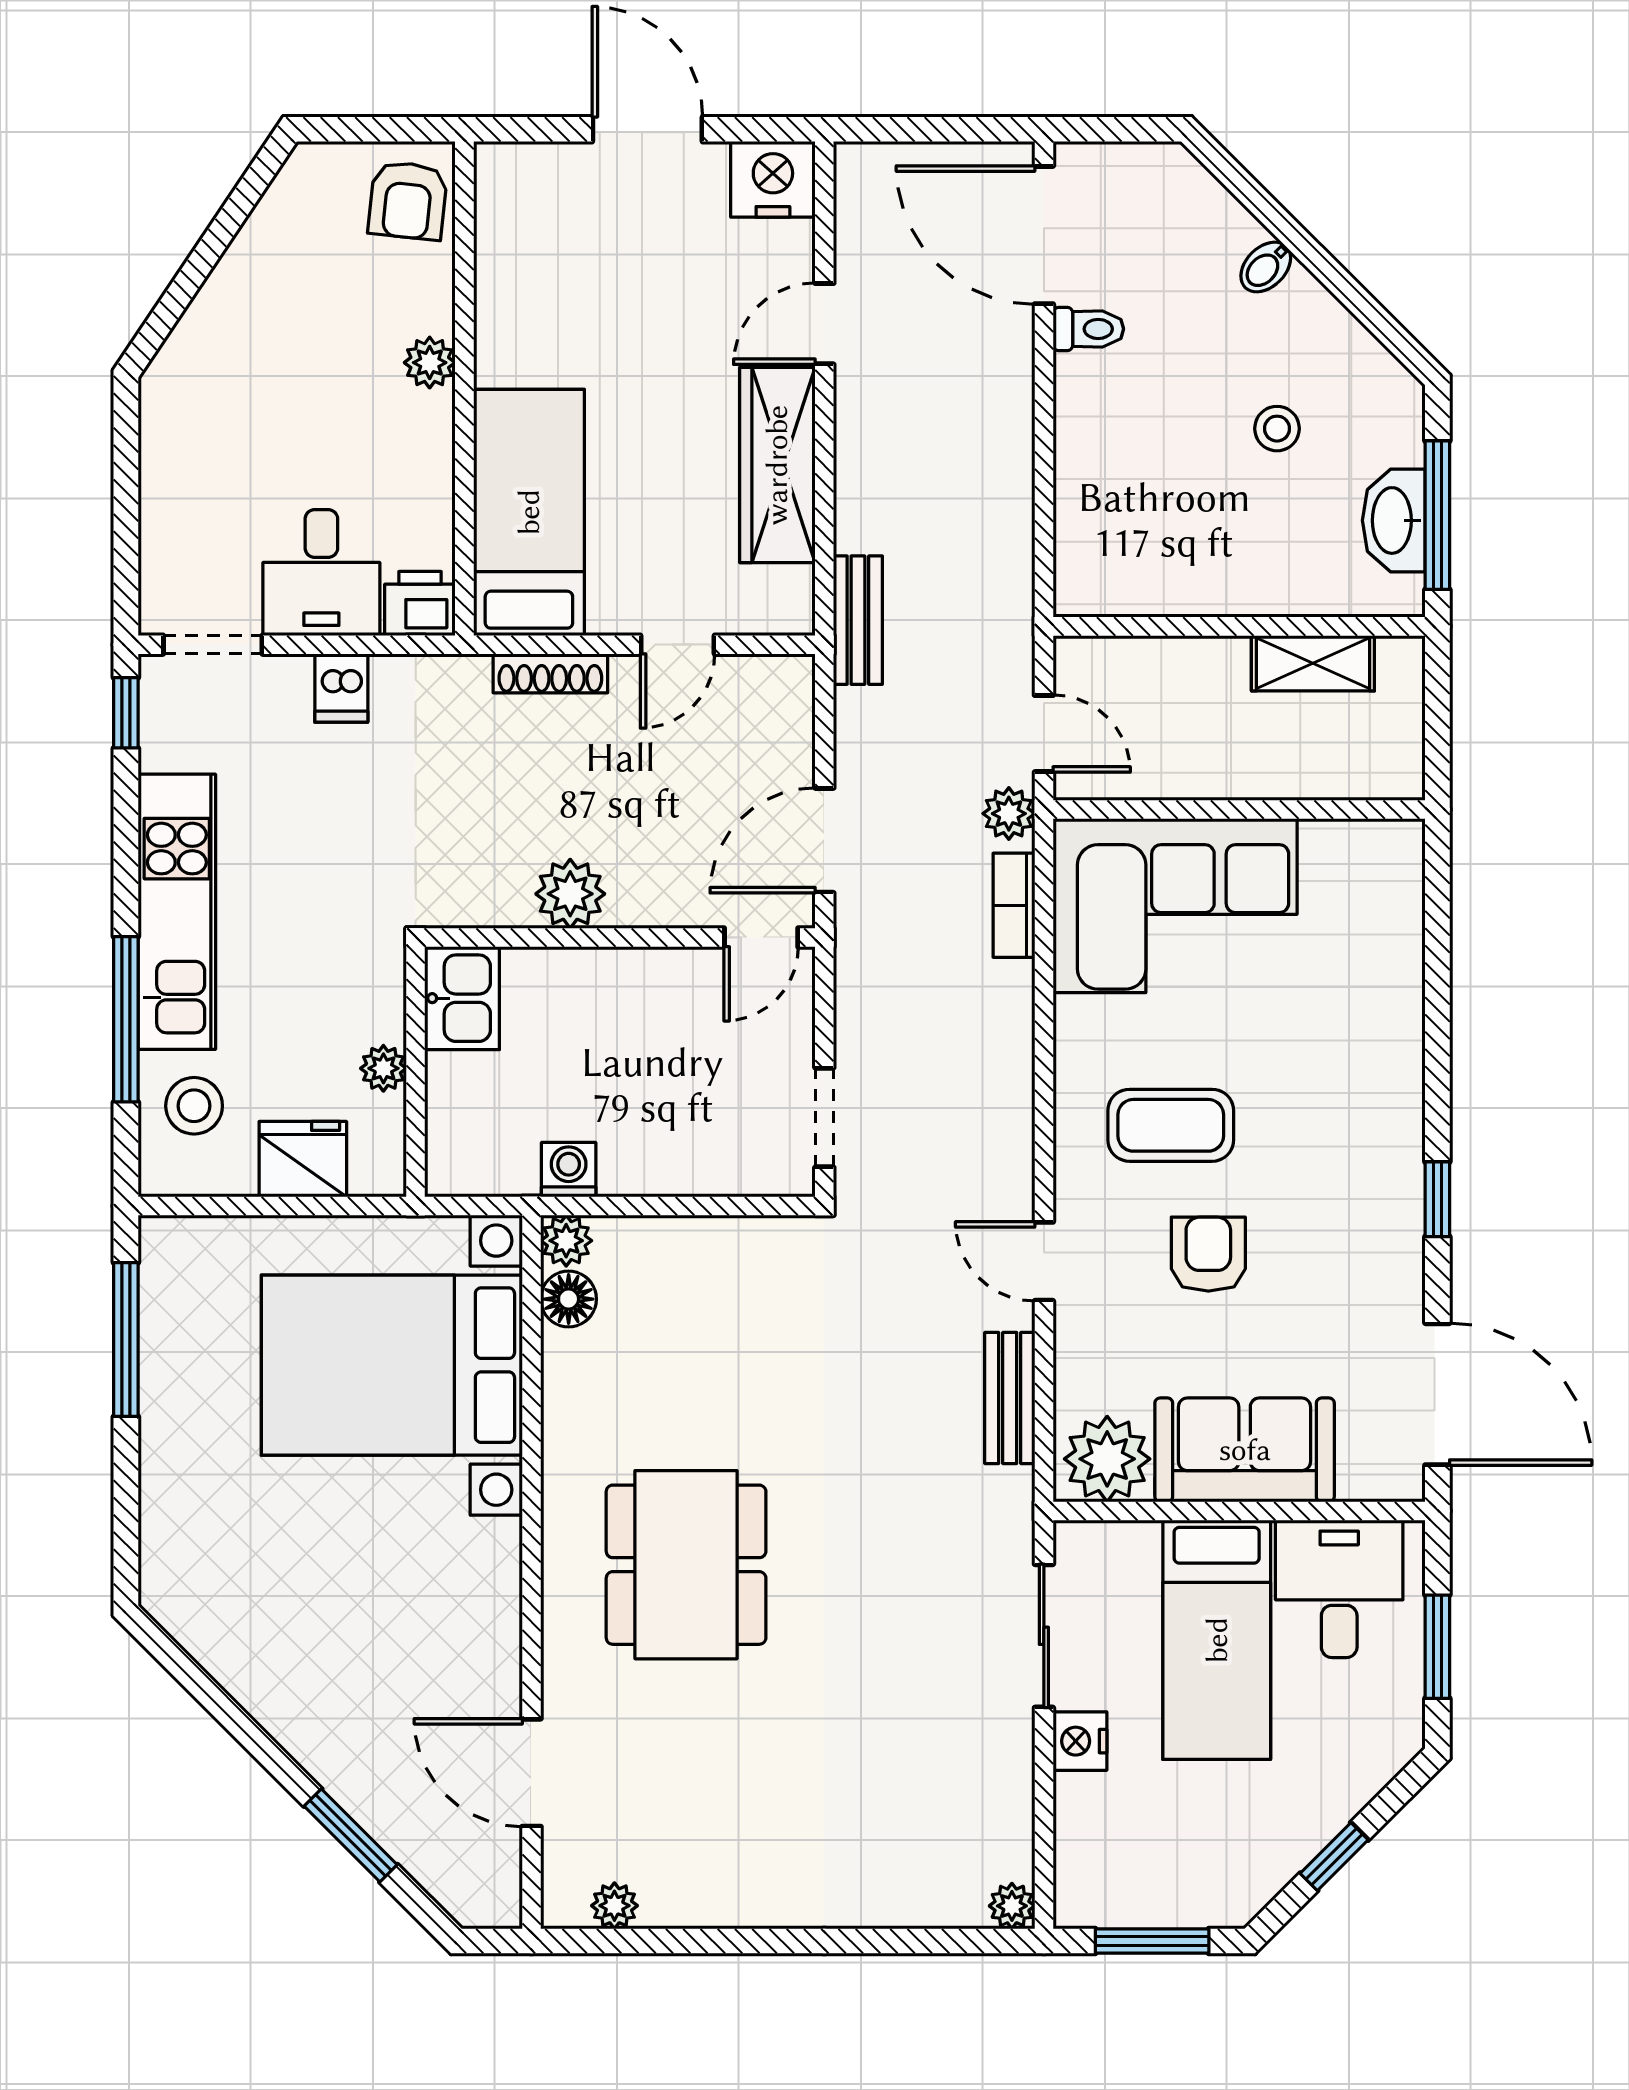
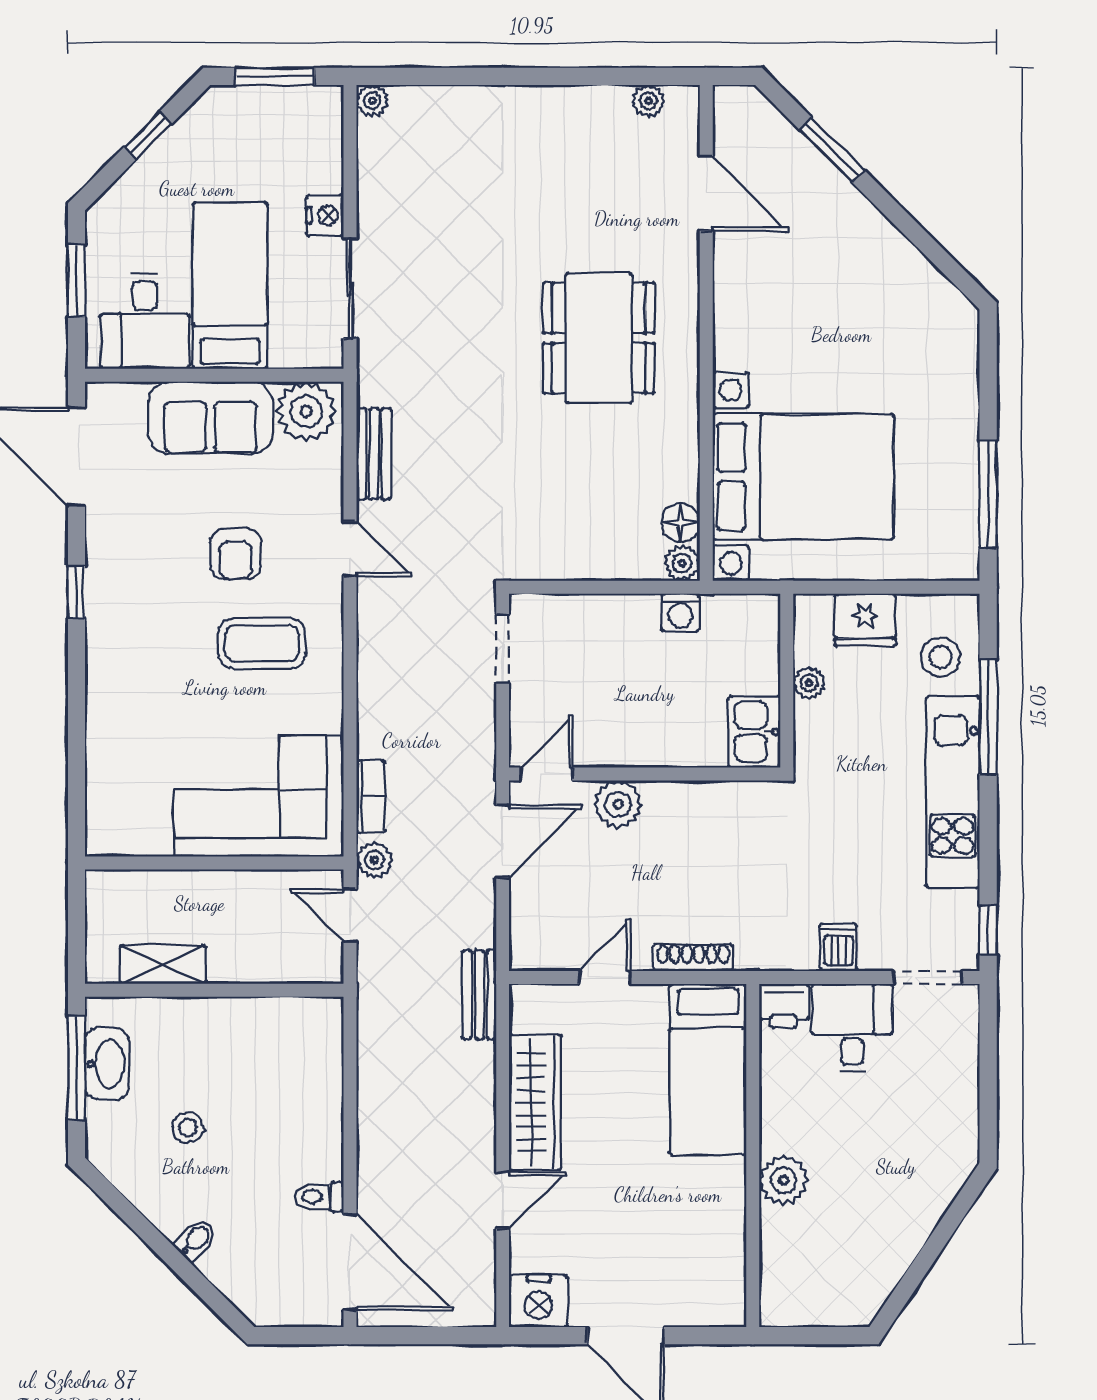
armchair: (408, 200) -> (792, 1286), removed
plant: (430, 363) -> (784, 1180), width x1.38, depth x1.38
plant: (570, 894) -> (618, 804), moved

